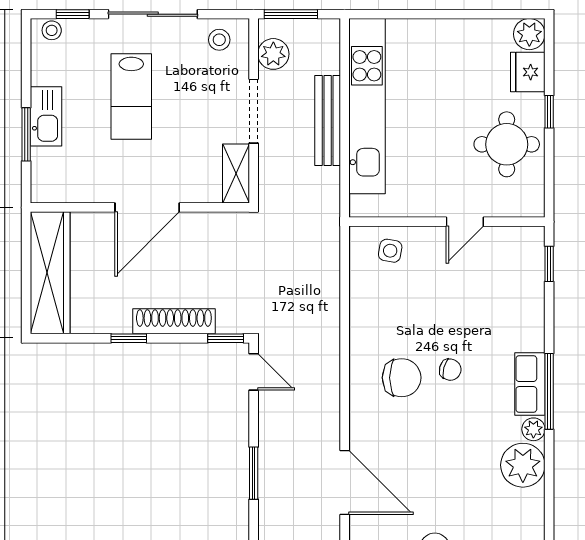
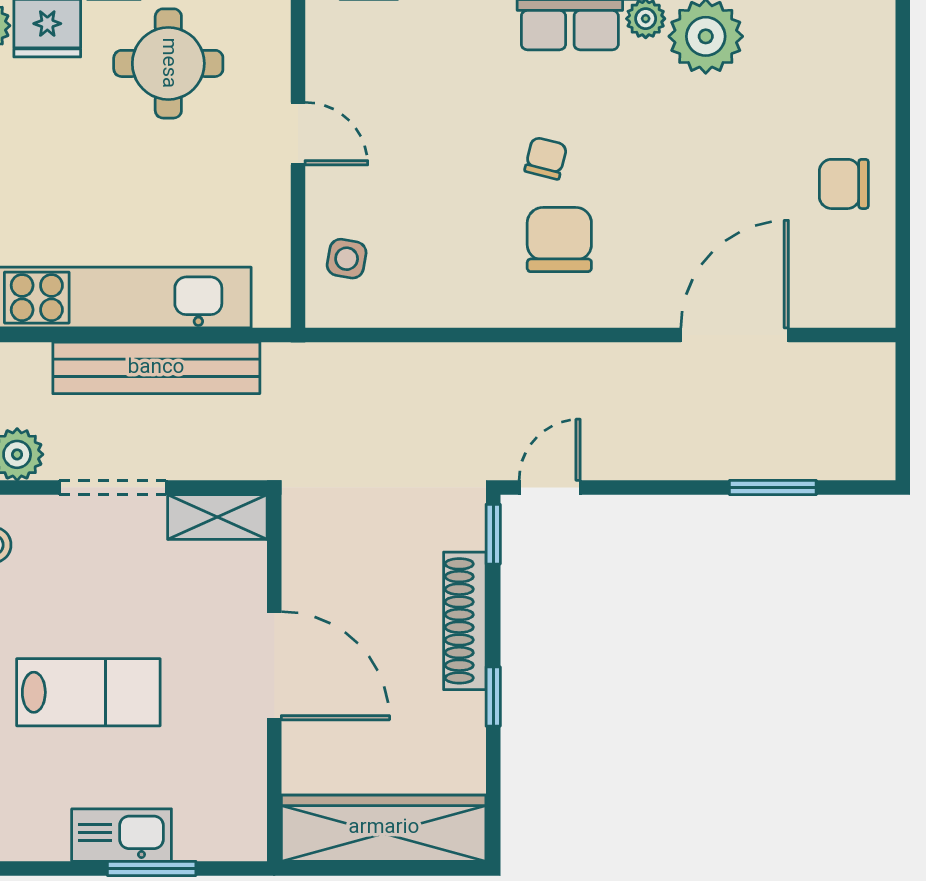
bench: (328, 121) -> (156, 368), width x1.37, depth x1.21
window: (254, 473) -> (773, 487), moved

